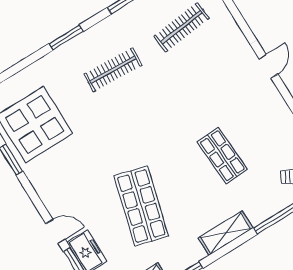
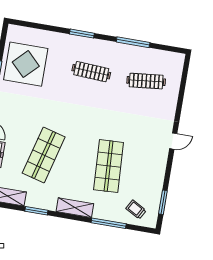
shop shelf: (222, 156) -> (109, 166), width x1.43, depth x1.36

